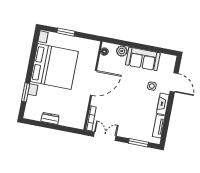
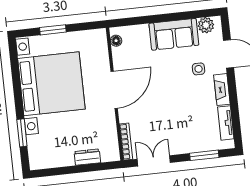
plant: (122, 51) -> (206, 25), moved
dresser: (50, 118) -> (87, 157), moved

